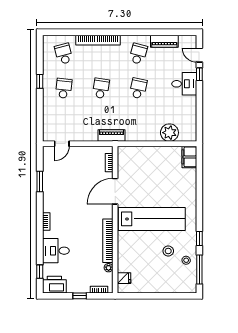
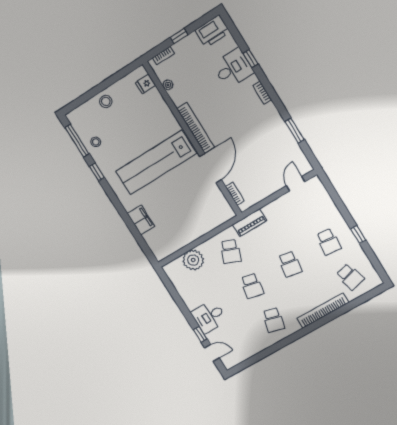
piano: (164, 41) -> (255, 347), removed
school desk: (138, 123) -> (230, 251), added
filing cabinet: (189, 157) -> (141, 220), moved
bookcase: (108, 241) -> (196, 128), moved
stool: (168, 251) -> (106, 101), moved
window: (40, 272) -> (251, 59), moved

